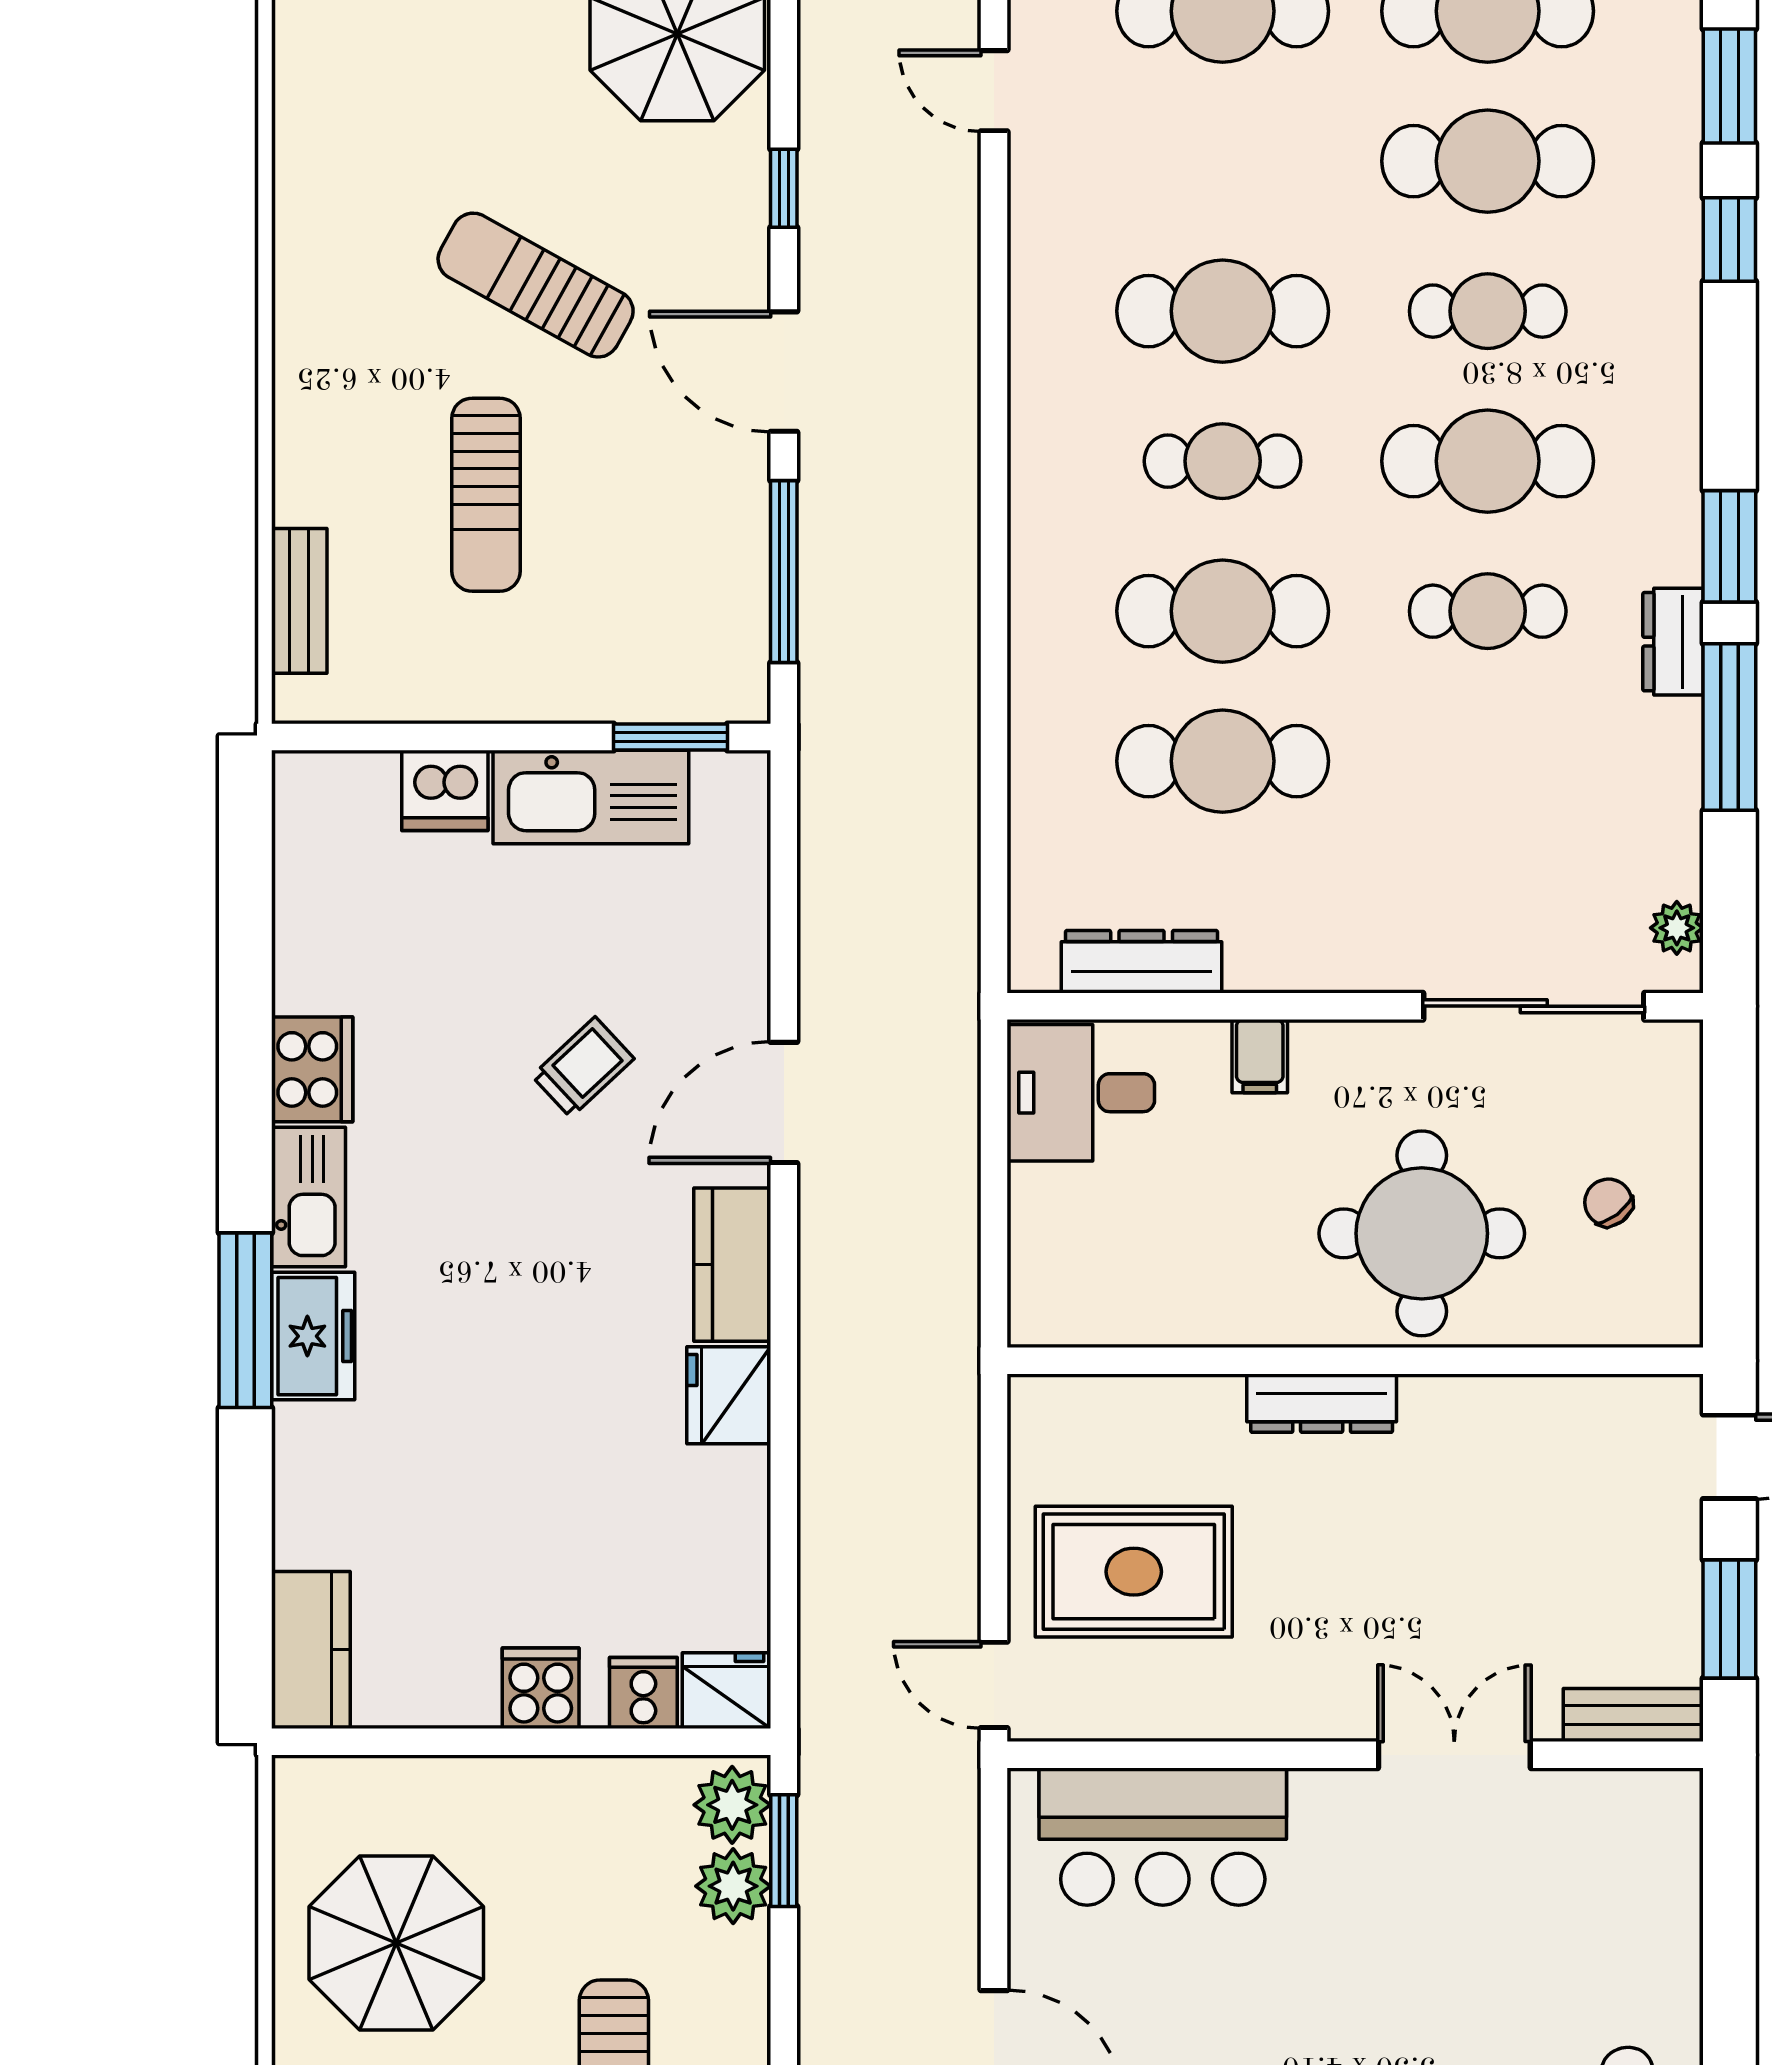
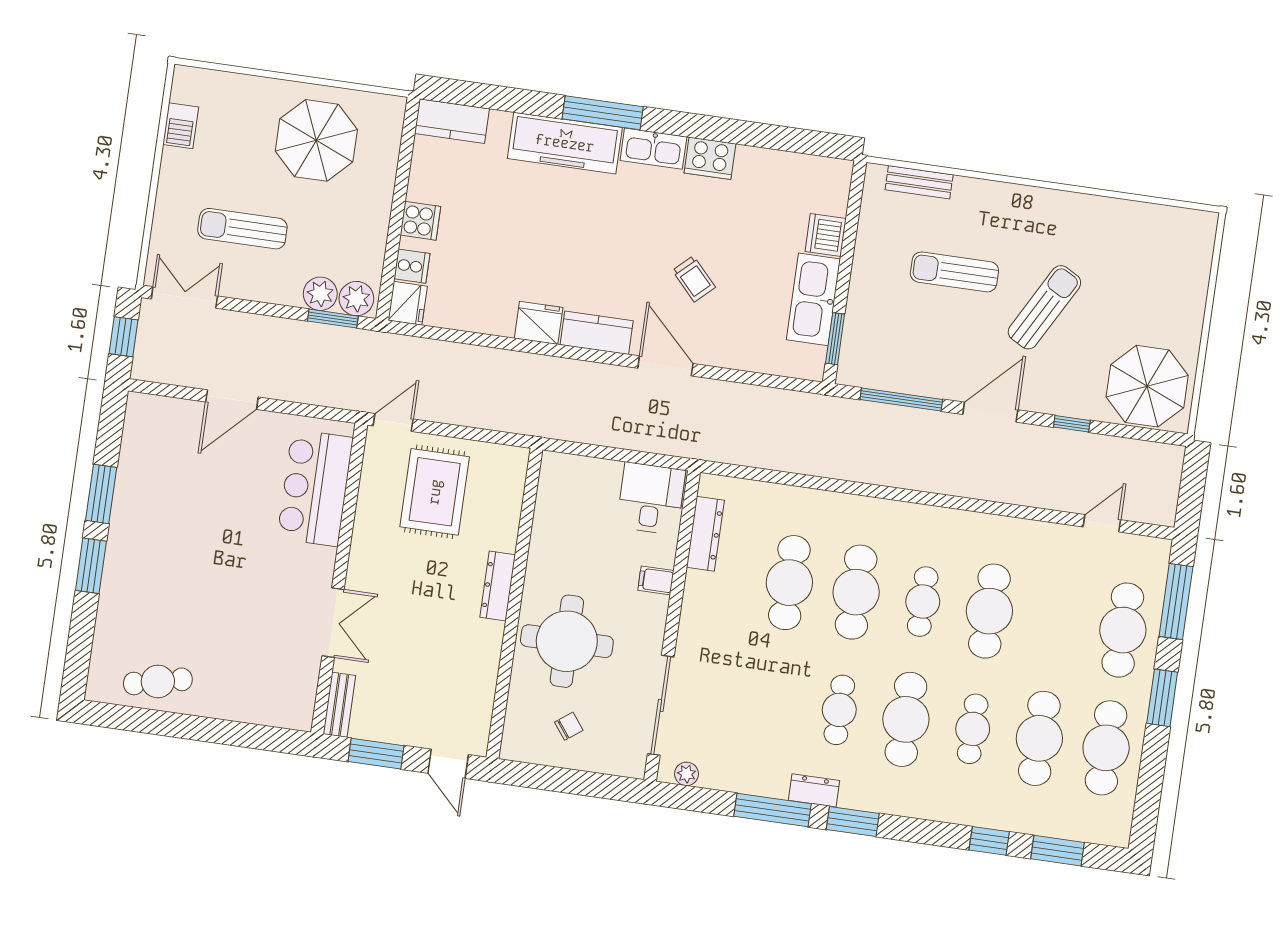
freezer: (313, 1336) -> (565, 143), width x1.91, depth x1.26

